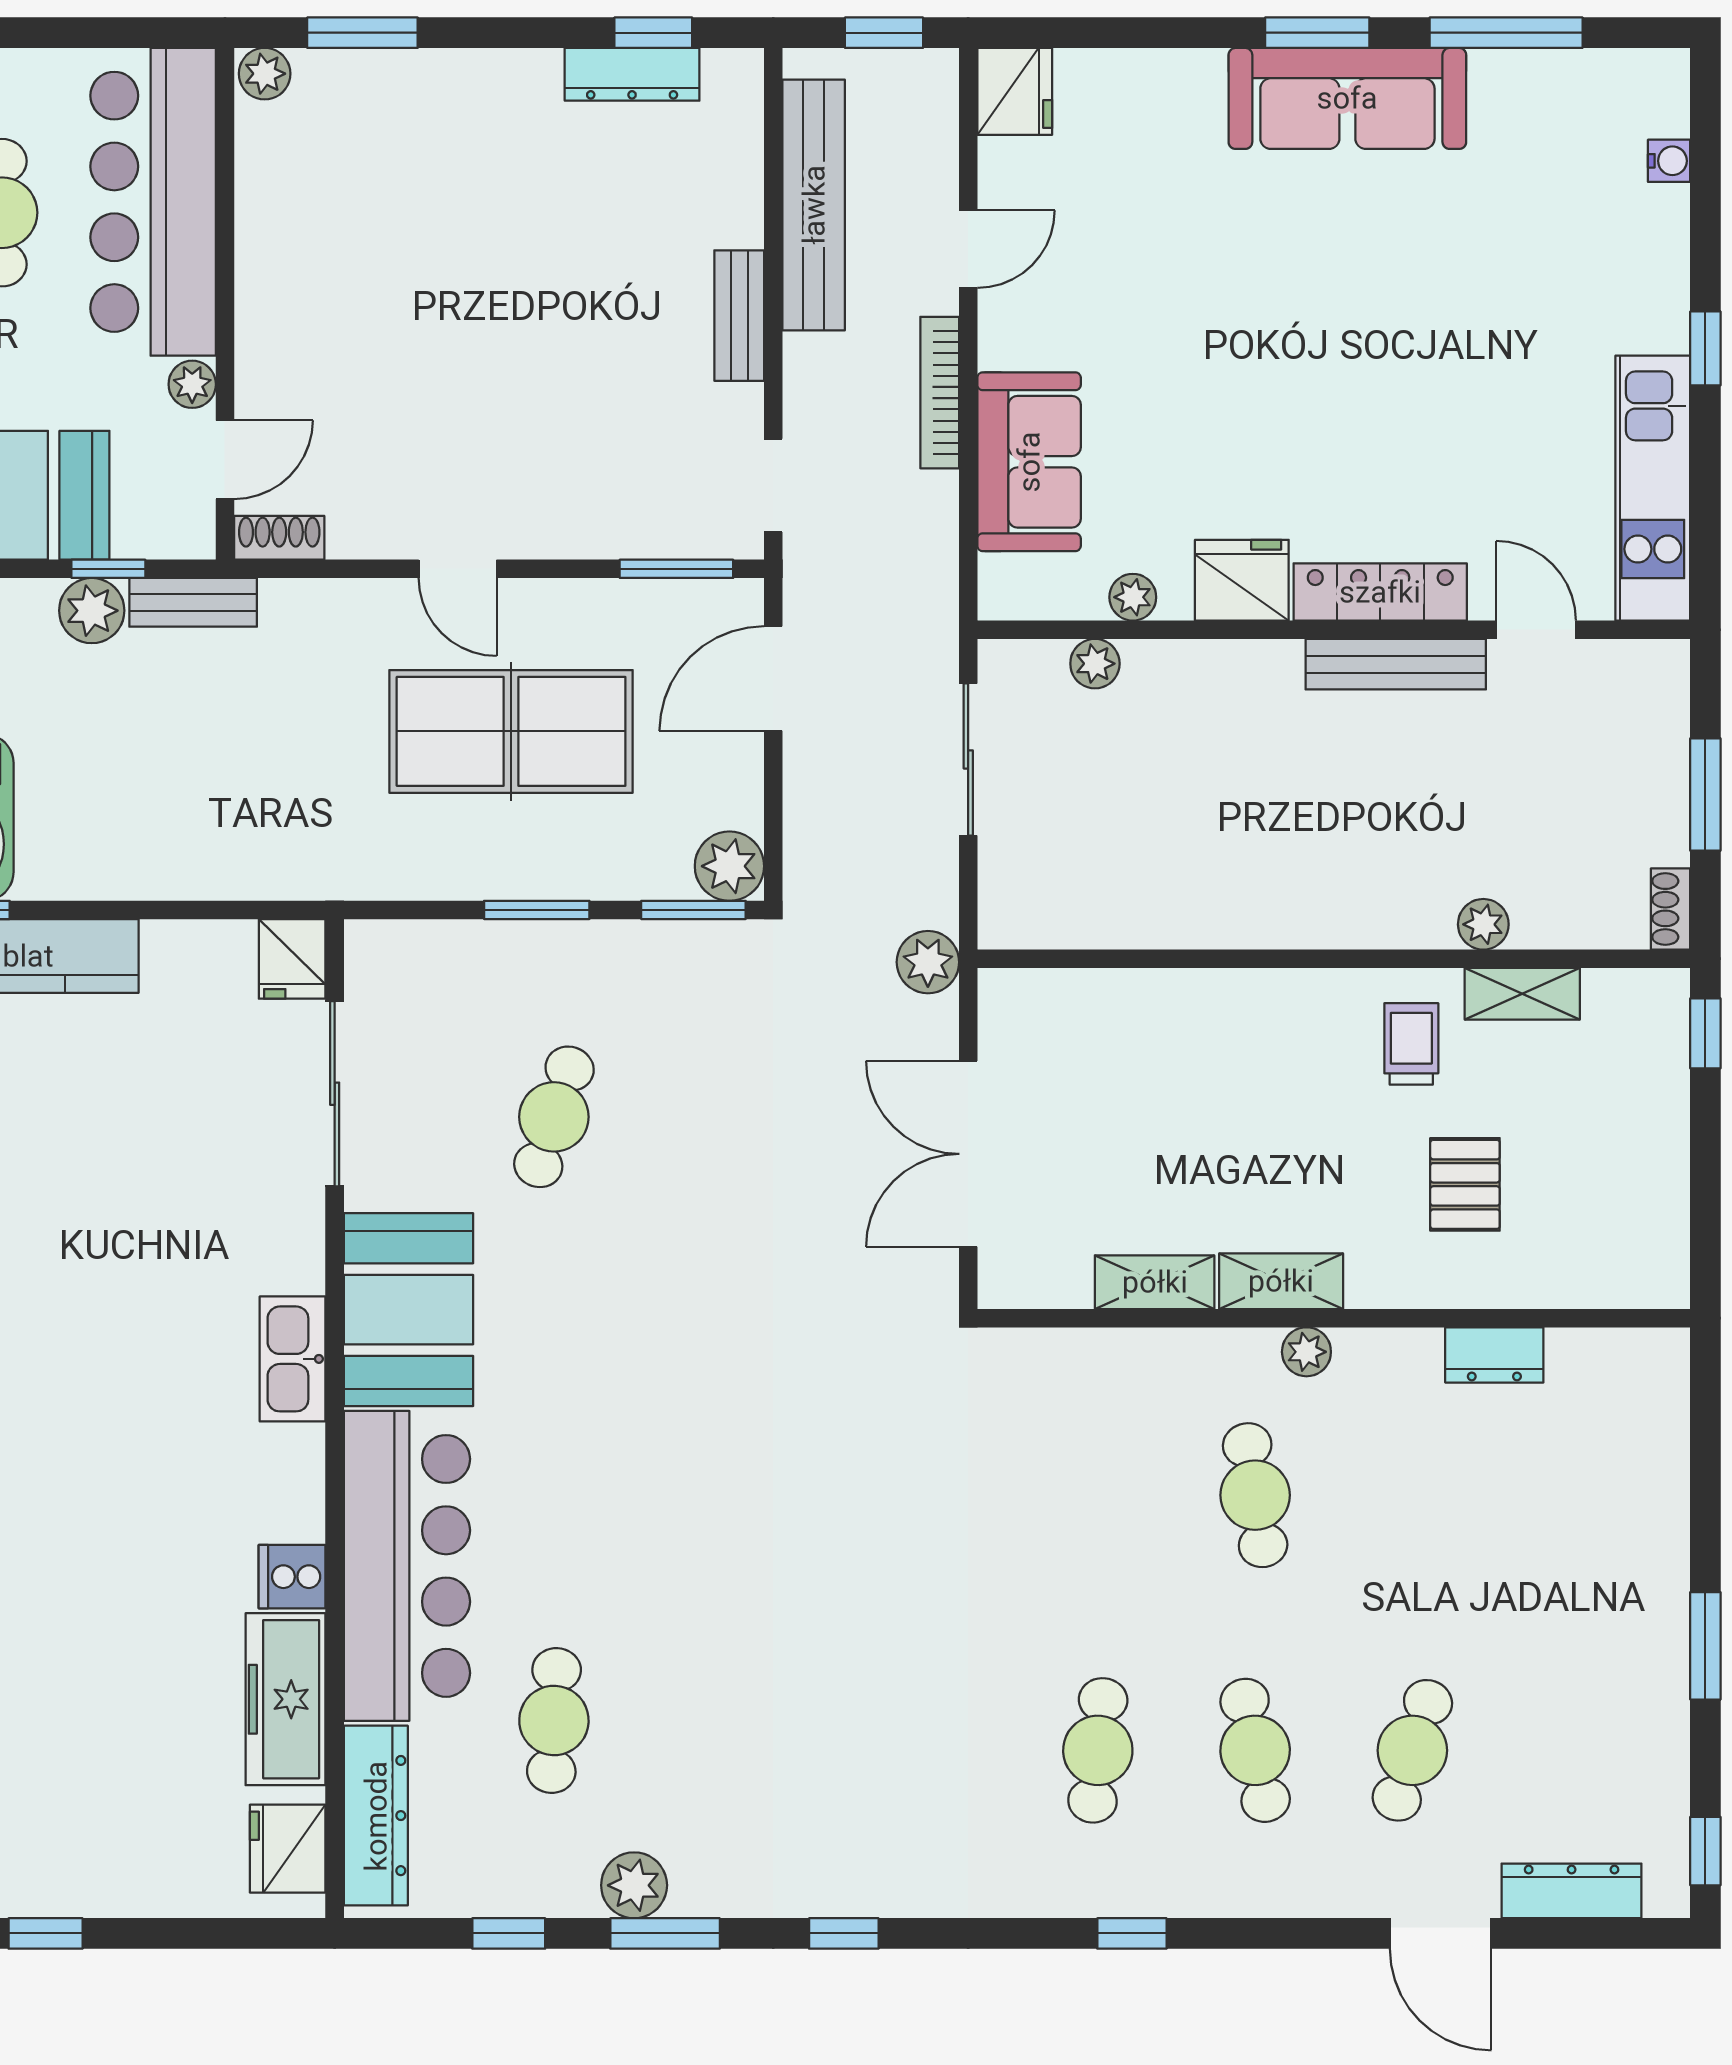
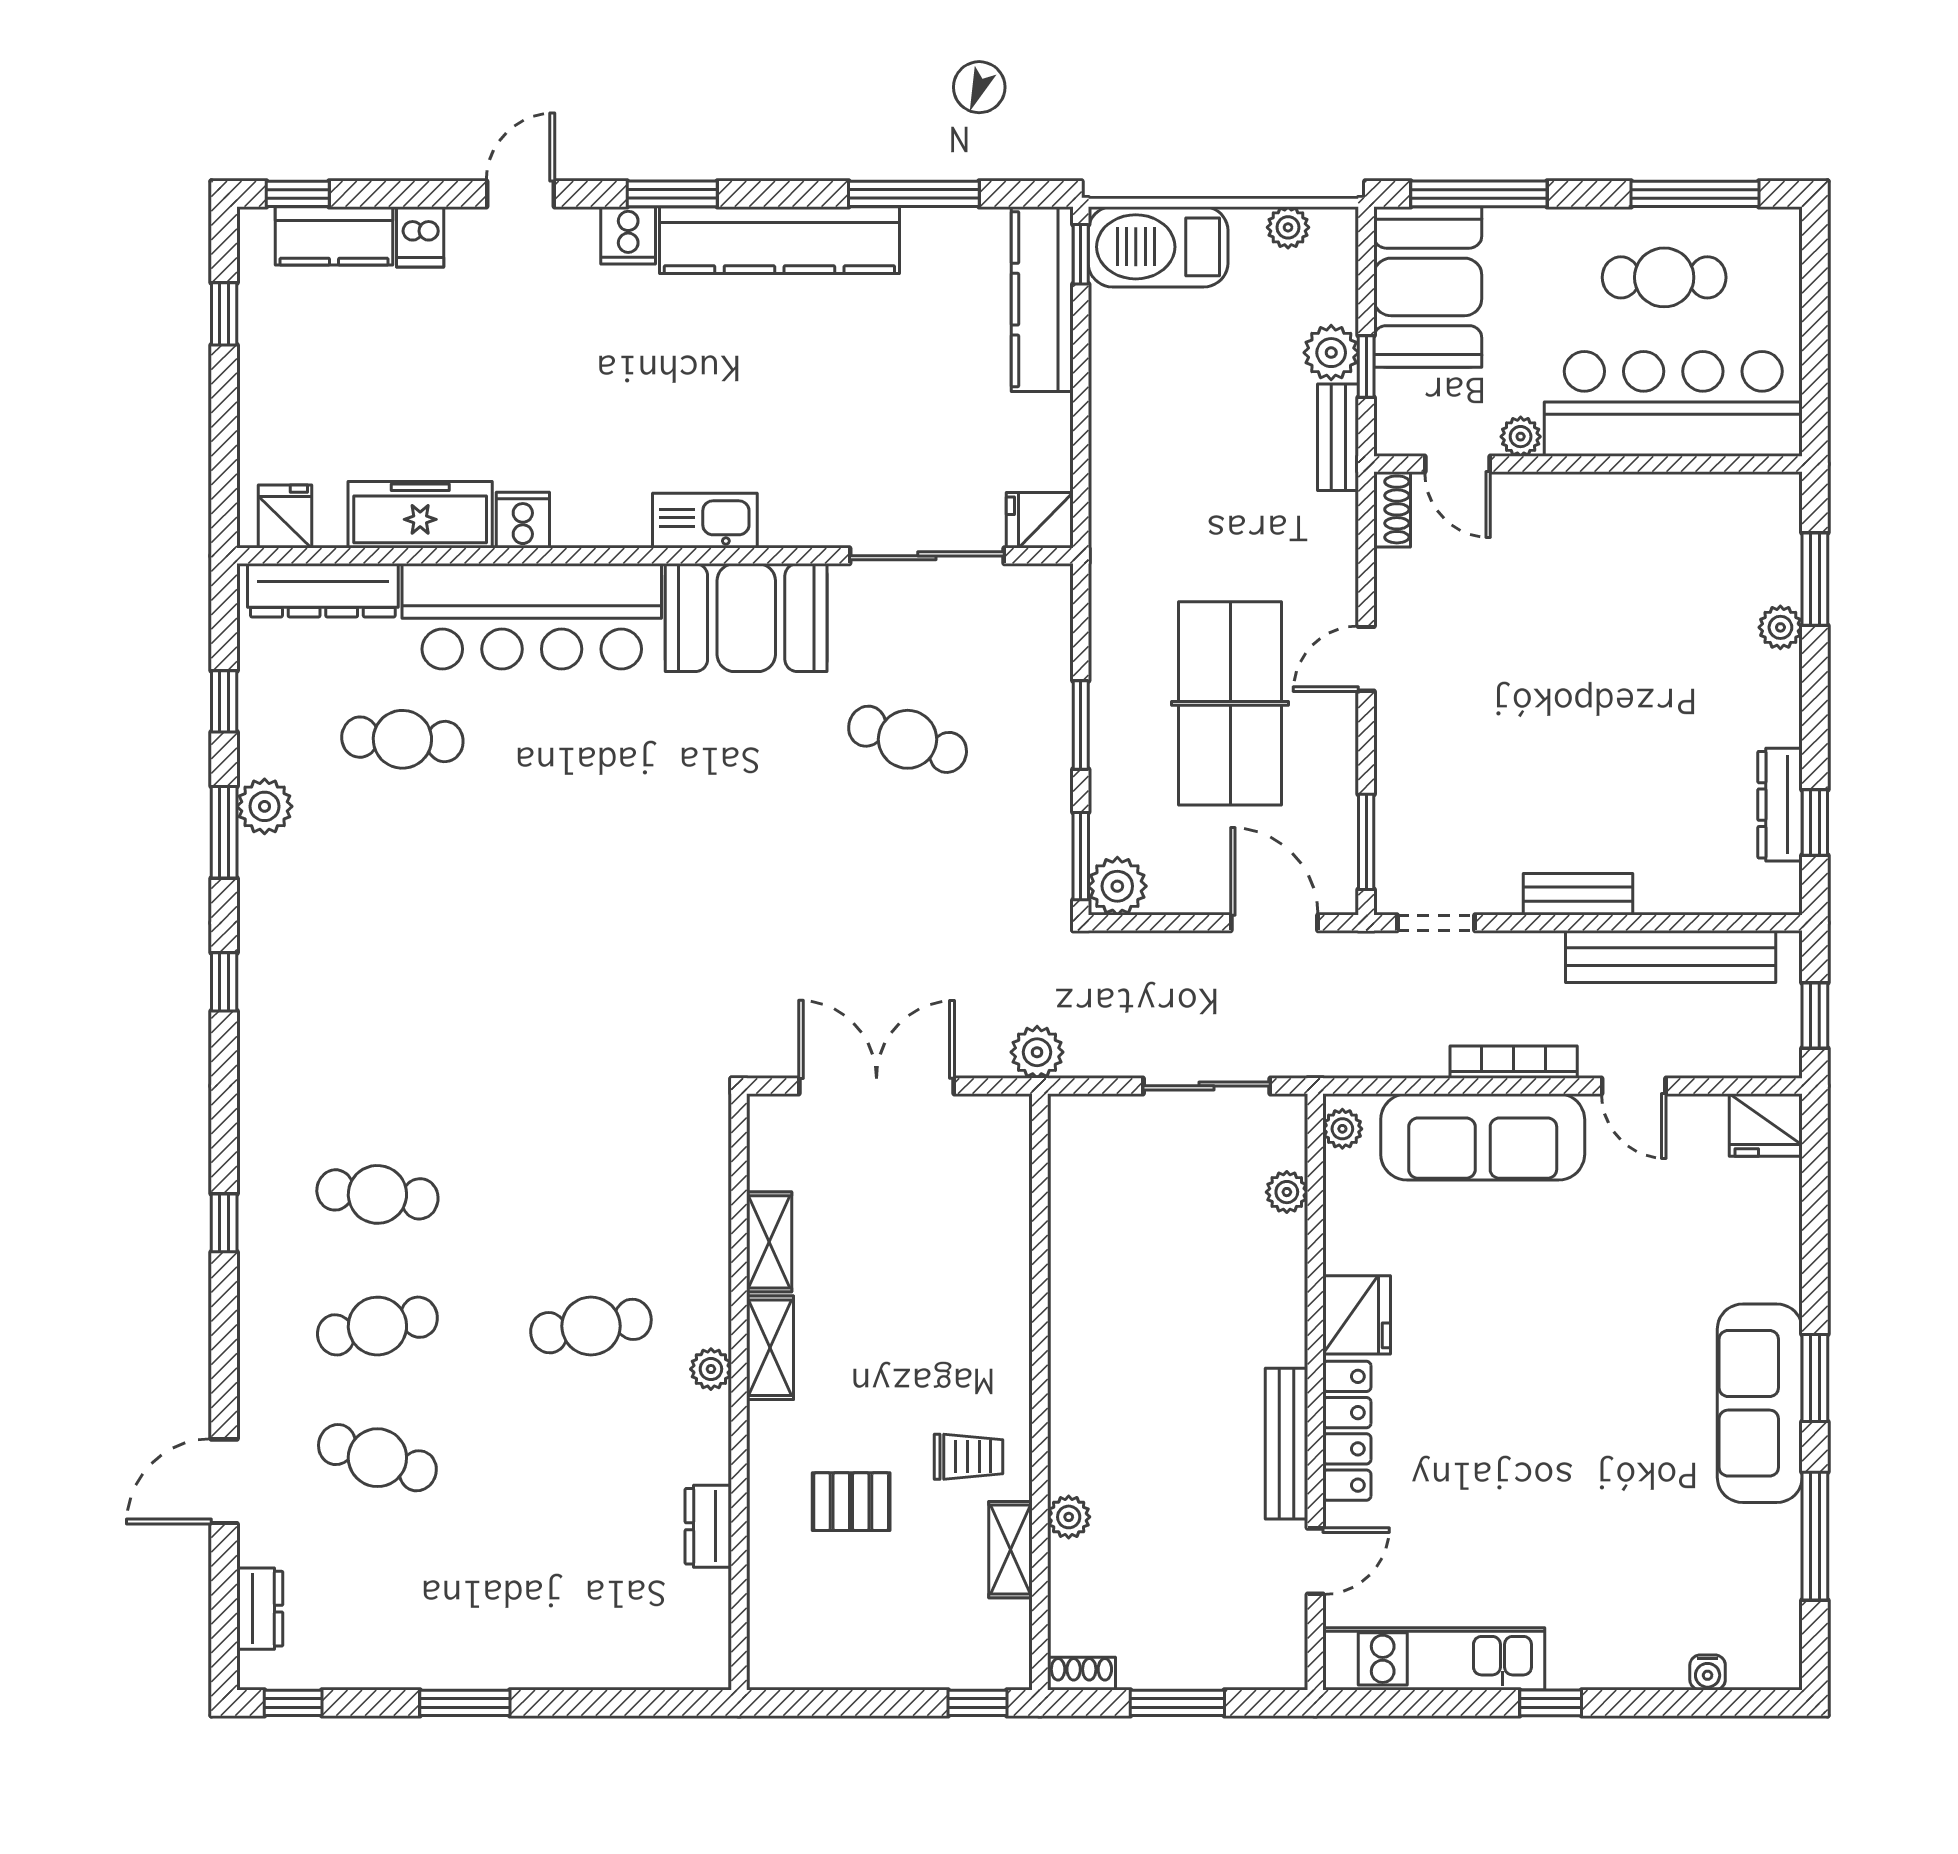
plant: (265, 74) -> (1780, 627), moved
sofa: (1029, 462) -> (1483, 1137), width x1.36
plant: (1133, 597) -> (1342, 1129), moved
fridge: (288, 1849) -> (285, 516), width x0.72
dresser: (1572, 1891) -> (260, 1609), width x0.70

